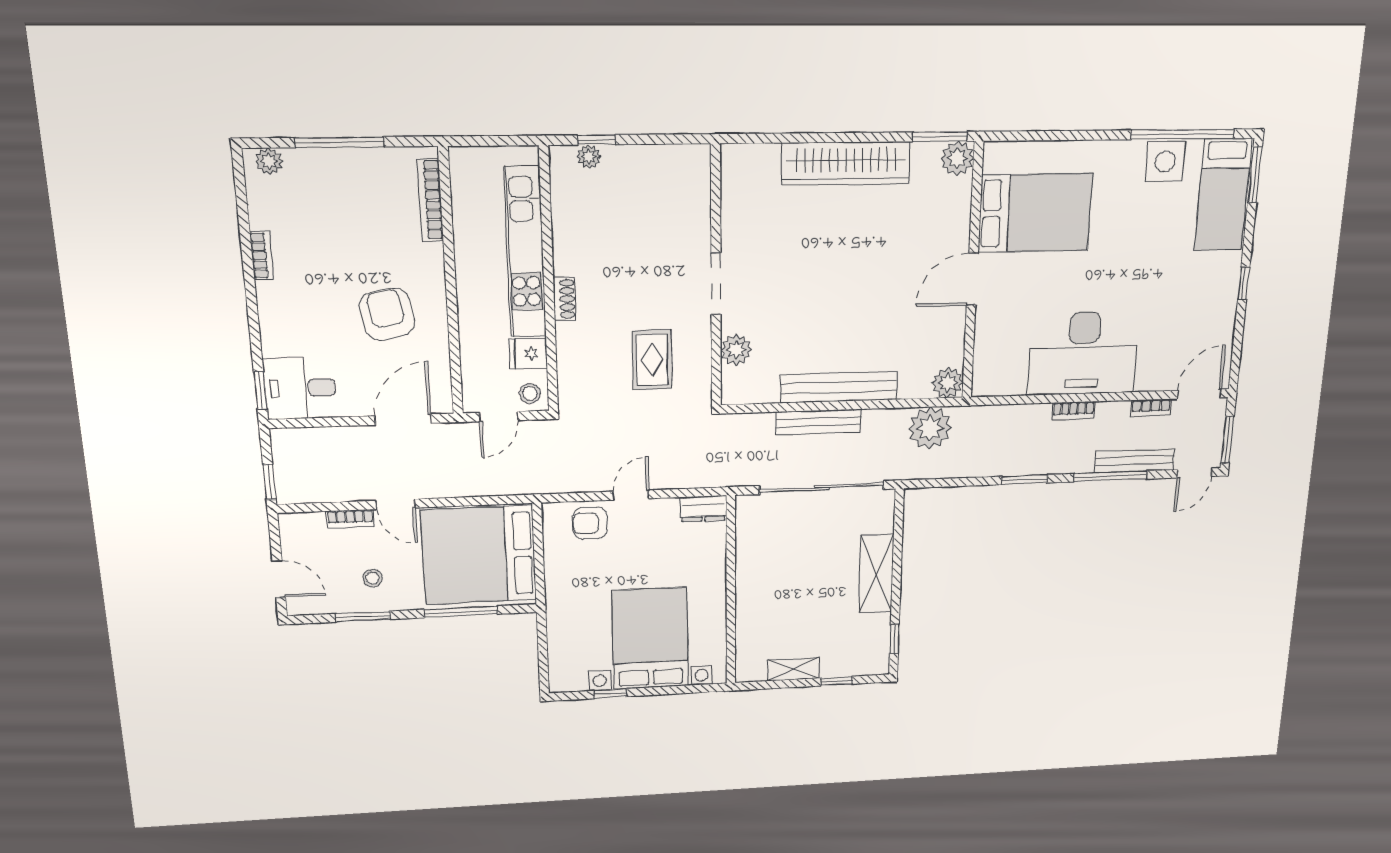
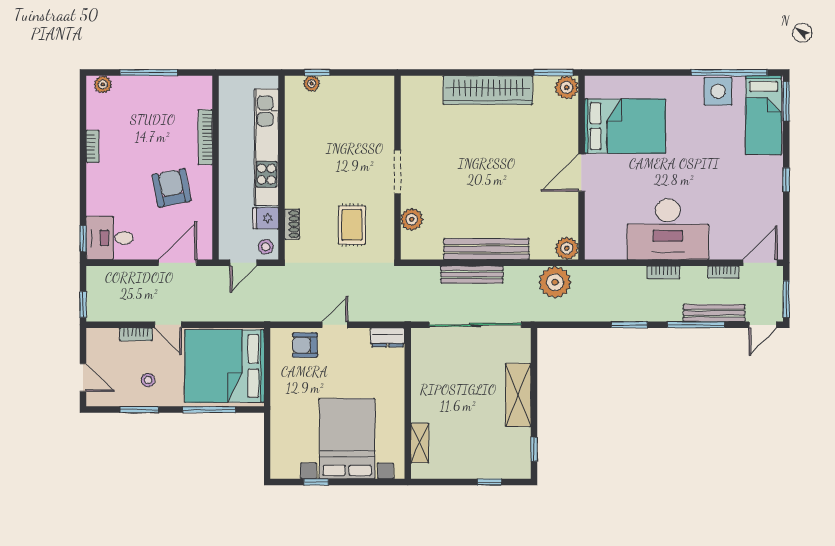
bookcase: (430, 200) -> (205, 137), moved
shoe rack: (564, 299) -> (292, 224), moved
shelving: (793, 669) -> (420, 443), moved, turned 90

